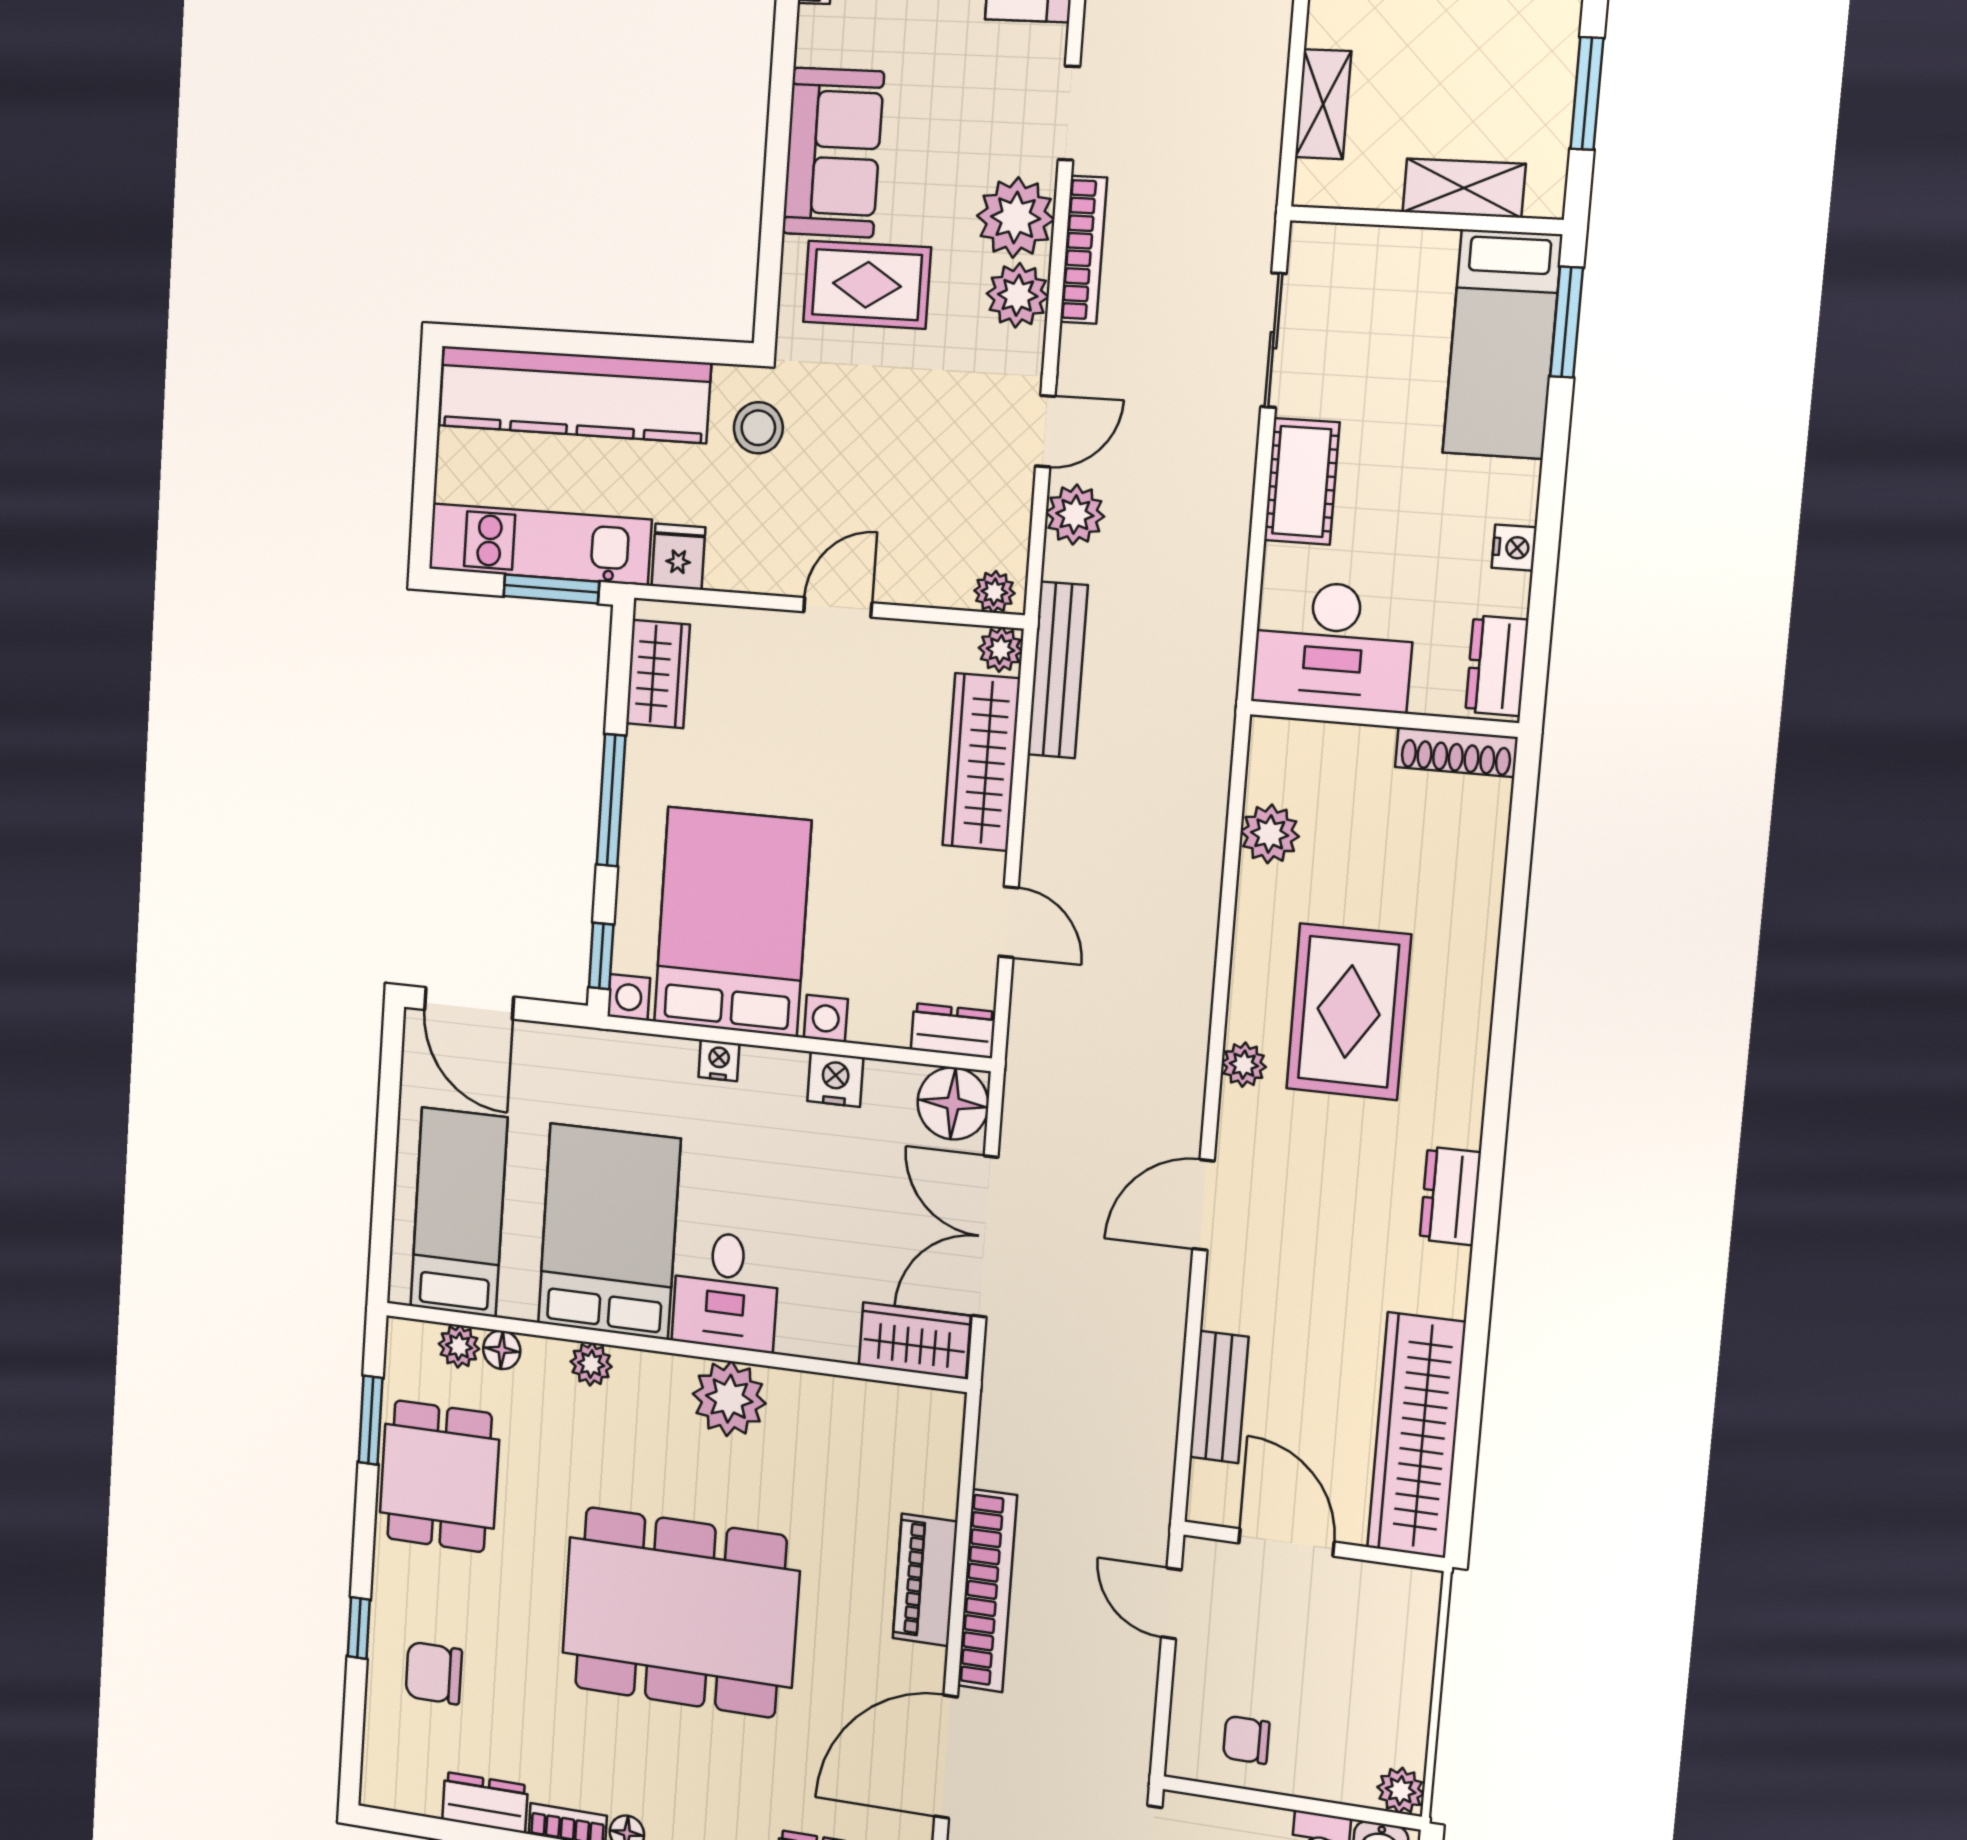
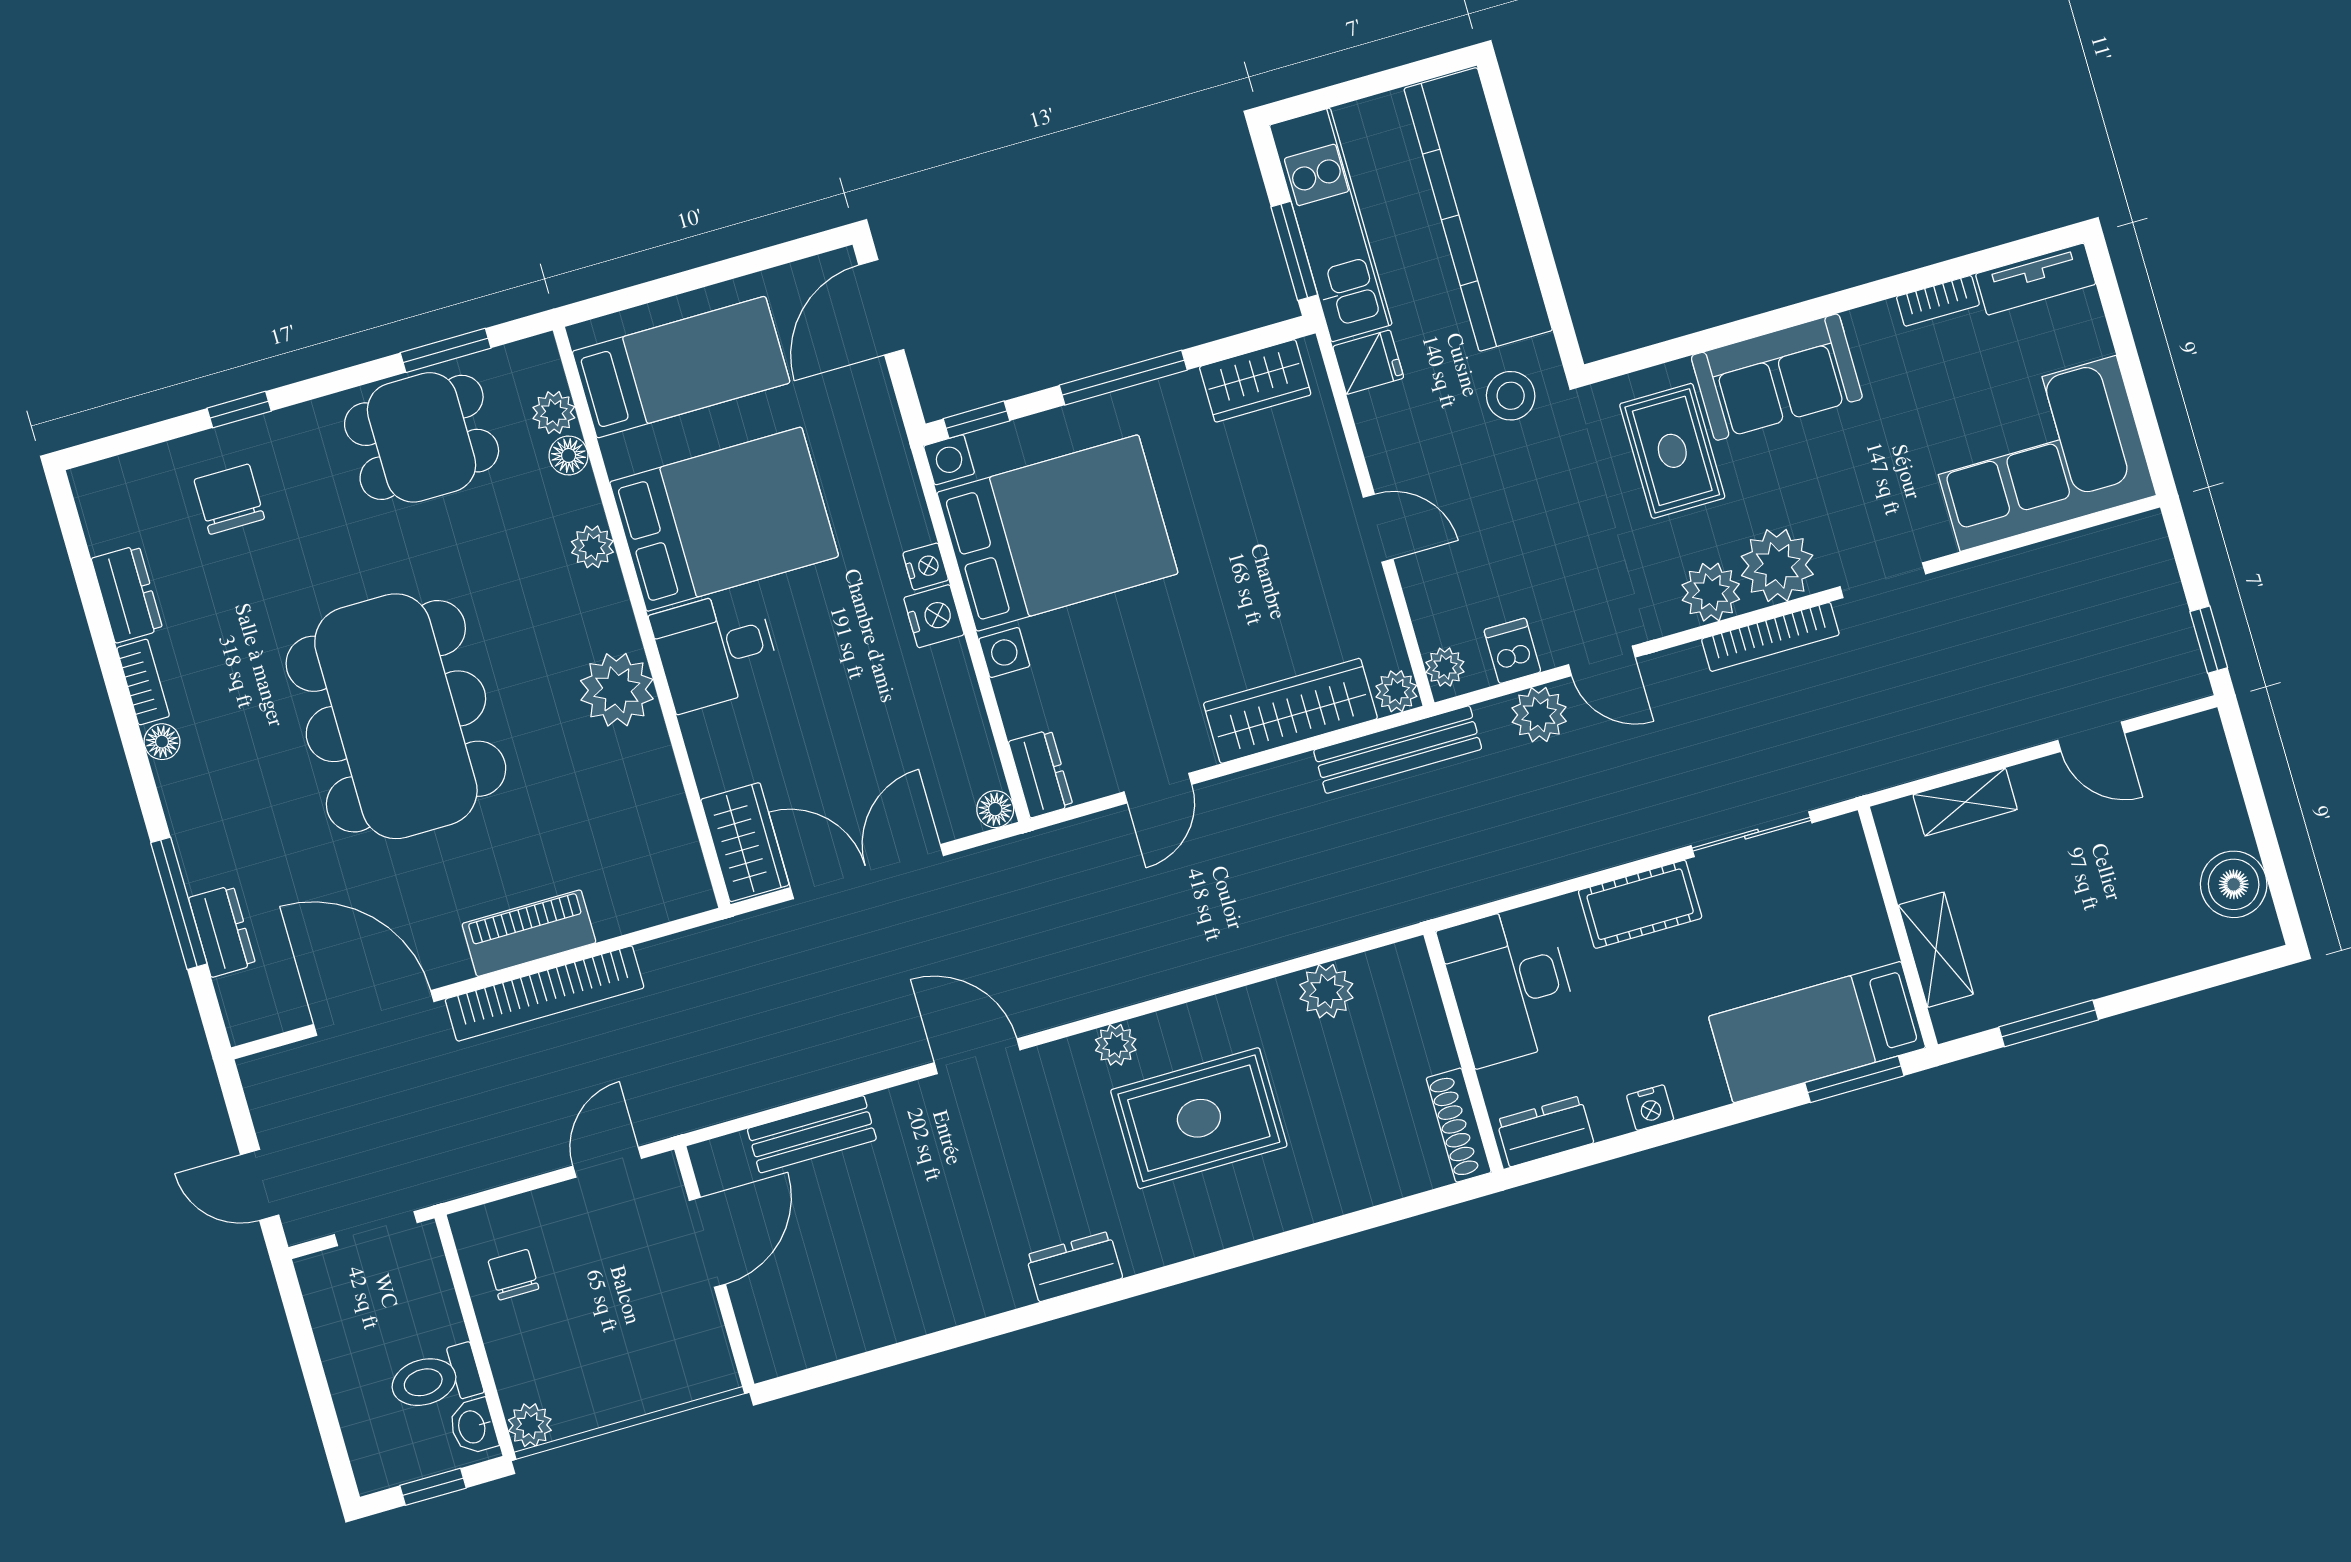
dishwasher: (1003, 518) -> (1512, 651), added
nightstand: (835, 1079) -> (934, 616), moved
floor lamp: (953, 1103) -> (995, 809), width x0.53, depth x0.53
wardrobe: (1416, 1435) -> (852, 1318), removed

